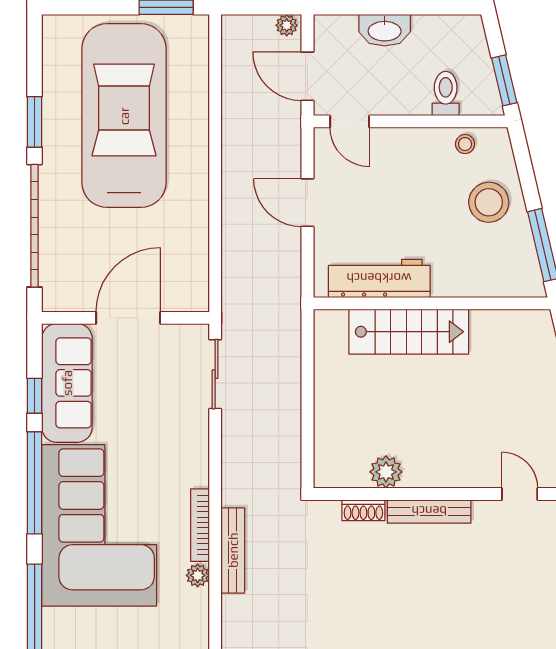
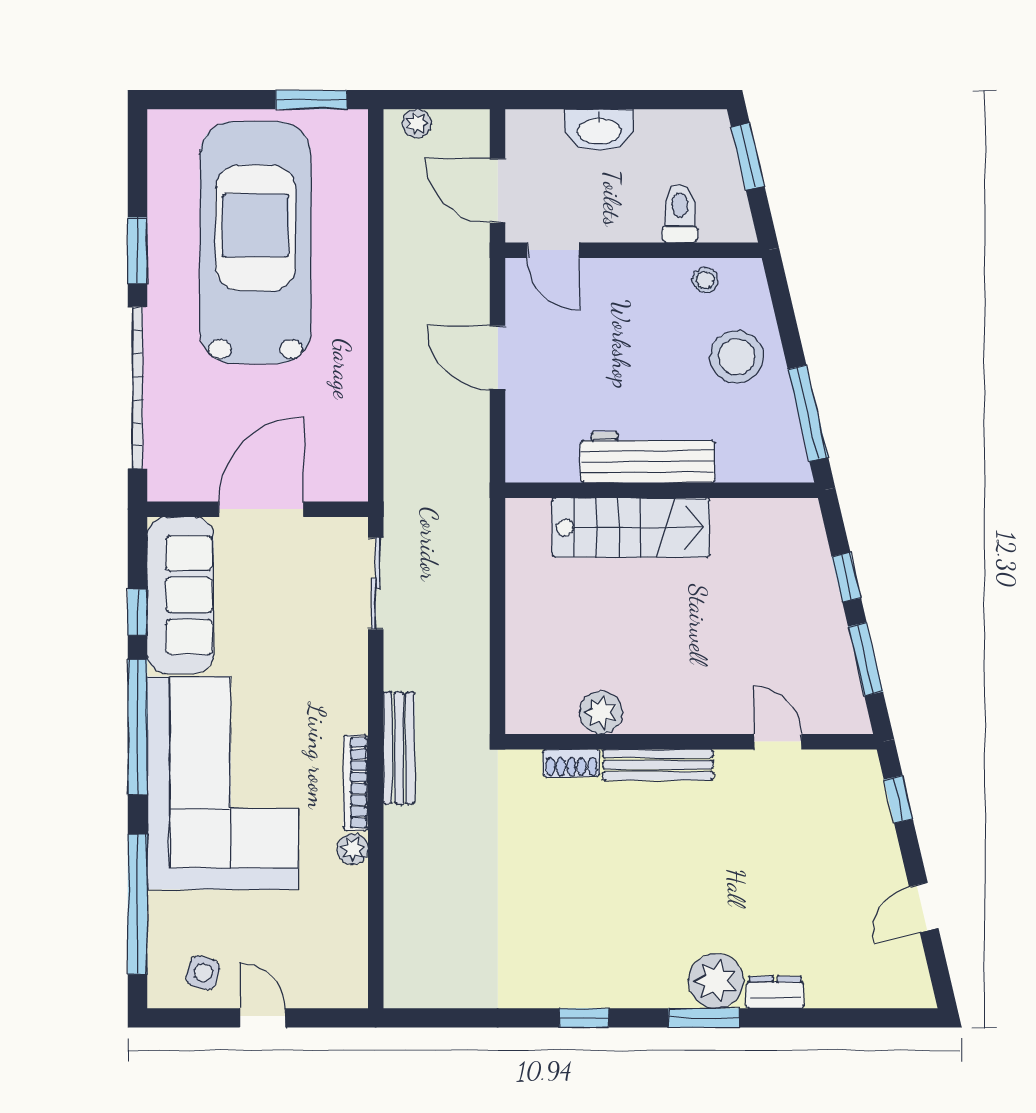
plant: (287, 25) -> (417, 123), moved
window: (504, 80) -> (748, 157), moved
workbench: (379, 278) -> (648, 457), moved
bench: (233, 550) -> (399, 748), moved

